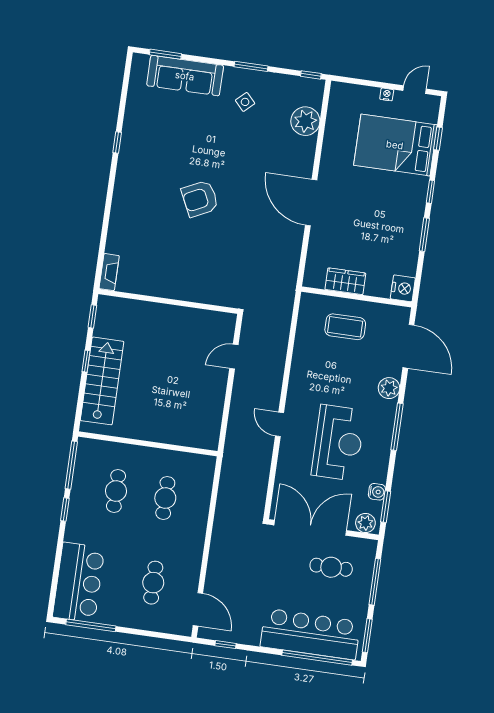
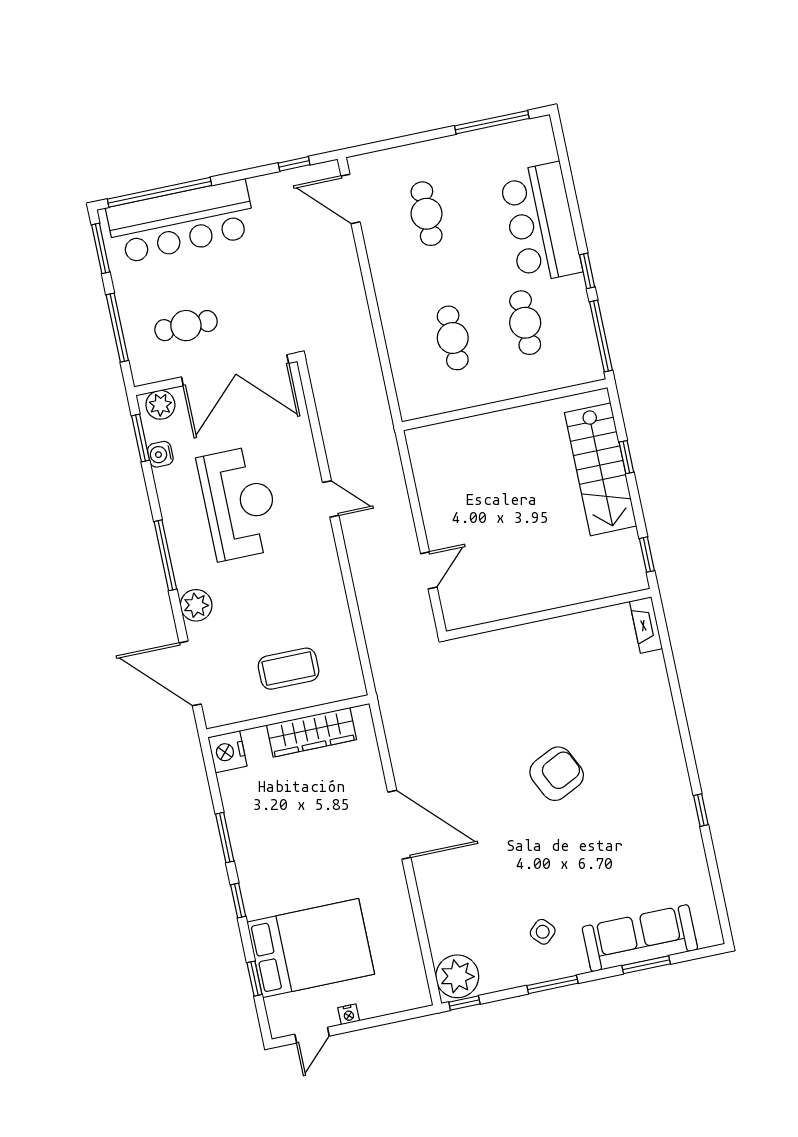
window: (165, 54) -> (646, 965), moved
plant: (305, 121) -> (457, 976), moved
wardrobe: (345, 281) -> (311, 732), width x1.50
window: (86, 361) -> (626, 457), moved
reception desk: (338, 443) -> (239, 503), turned 180
bar counter: (79, 582) -> (541, 223), moved

